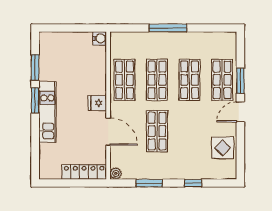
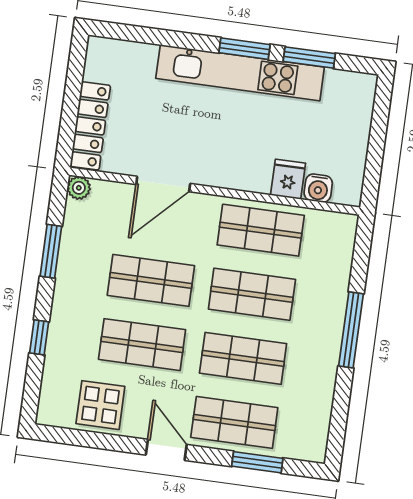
water cooler: (100, 38) -> (318, 188), moved
window: (240, 81) -> (257, 462), moved
fridge: (97, 103) -> (288, 179), moved
kitchen unit: (47, 112) -> (240, 73), width x1.36
shop shelf: (190, 131) -> (142, 345), added

